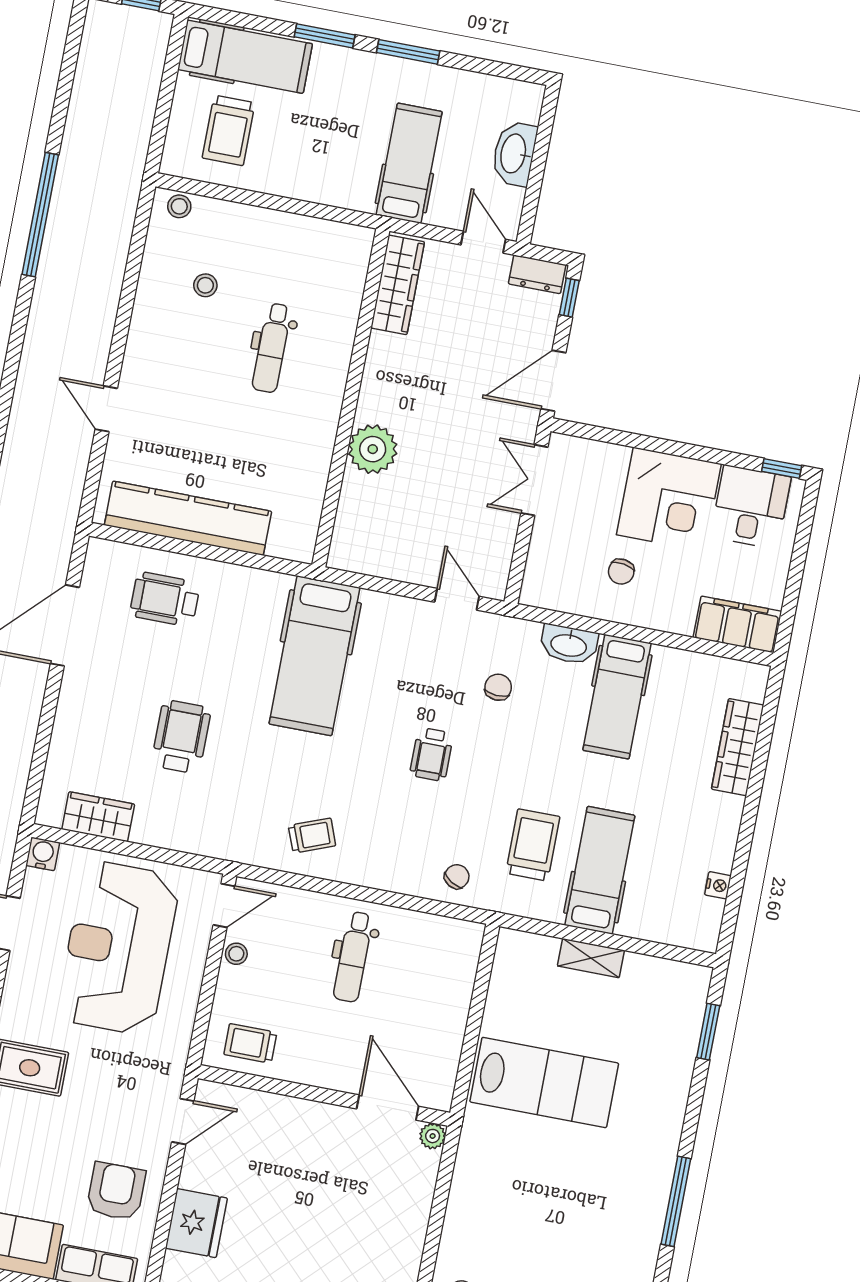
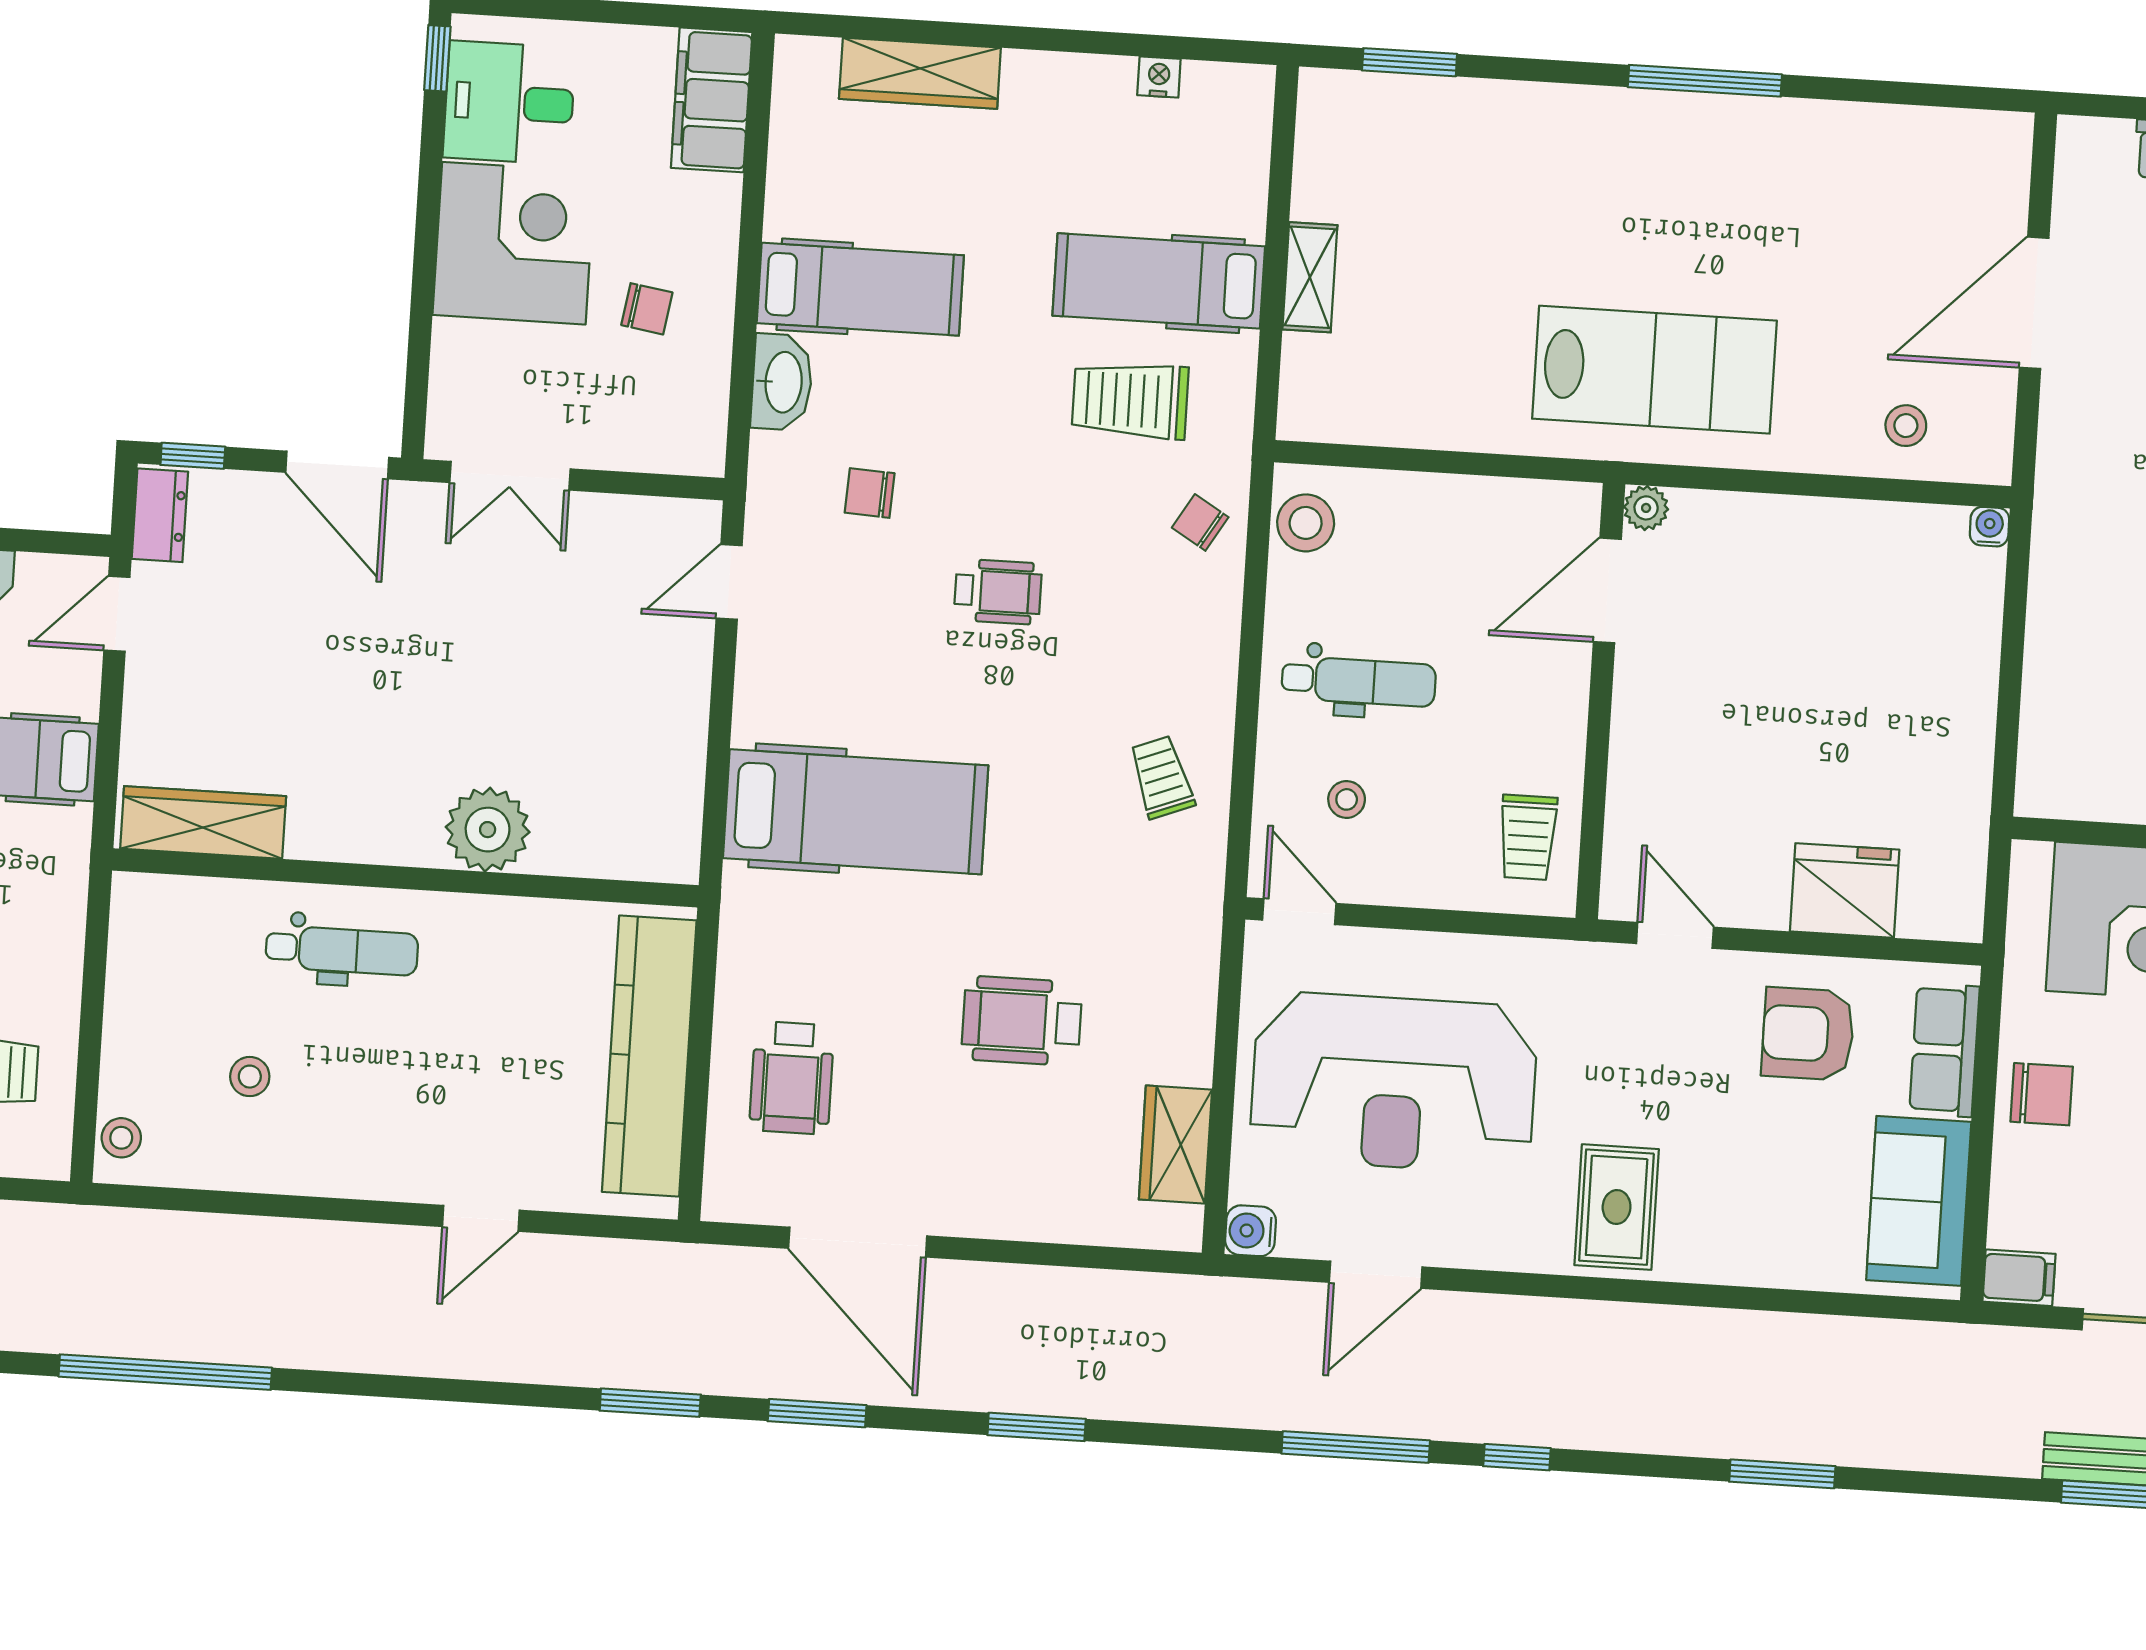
wardrobe: (398, 285) -> (203, 822), moved
wall: (351, 398) -> (405, 878), moved
plant: (373, 449) -> (488, 830), moved
stool: (449, 938) -> (1306, 523), added
stool: (236, 954) -> (1347, 799), moved
lab bench: (544, 1083) -> (1654, 370), moved, turned 90

